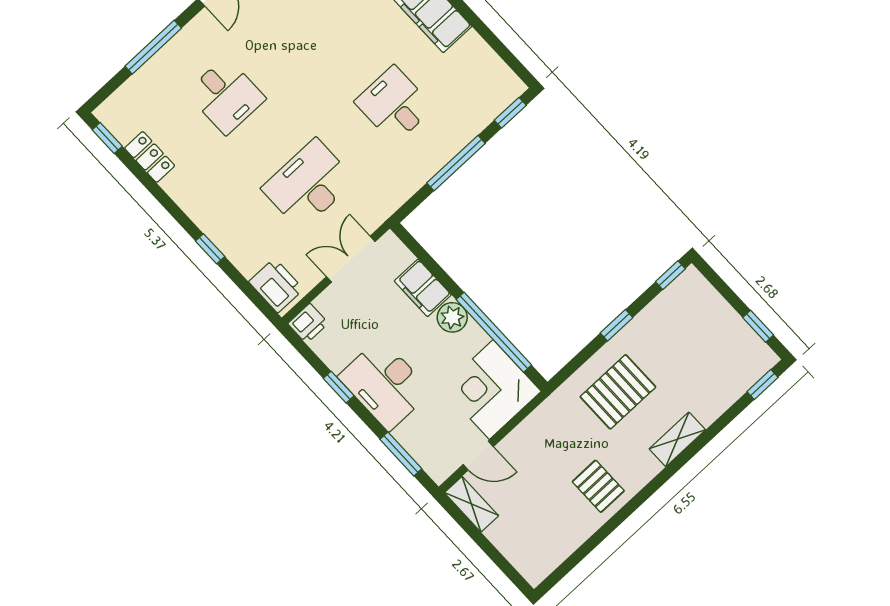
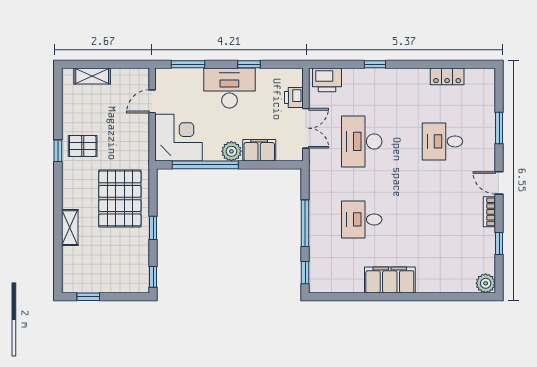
window: (153, 47) -> (499, 128), width x0.69
desk: (394, 105) -> (362, 219), turned 180
window: (107, 138) -> (476, 64), removed
desk: (308, 184) -> (362, 141), turned 180
printer: (308, 323) -> (294, 97), moved
window: (762, 385) -> (58, 151), moved
pallet: (618, 392) -> (120, 198), width x1.37, depth x1.41
shelving: (677, 439) -> (70, 228), moved
shelving: (472, 504) -> (92, 76), moved

